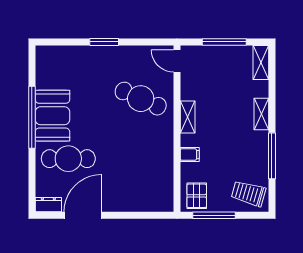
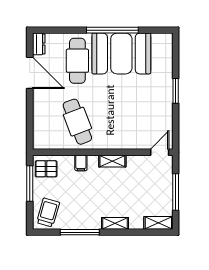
cafe table: (141, 99) -> (77, 122), moved, turned -45
booth: (52, 116) -> (121, 53), width x1.36, depth x1.42

